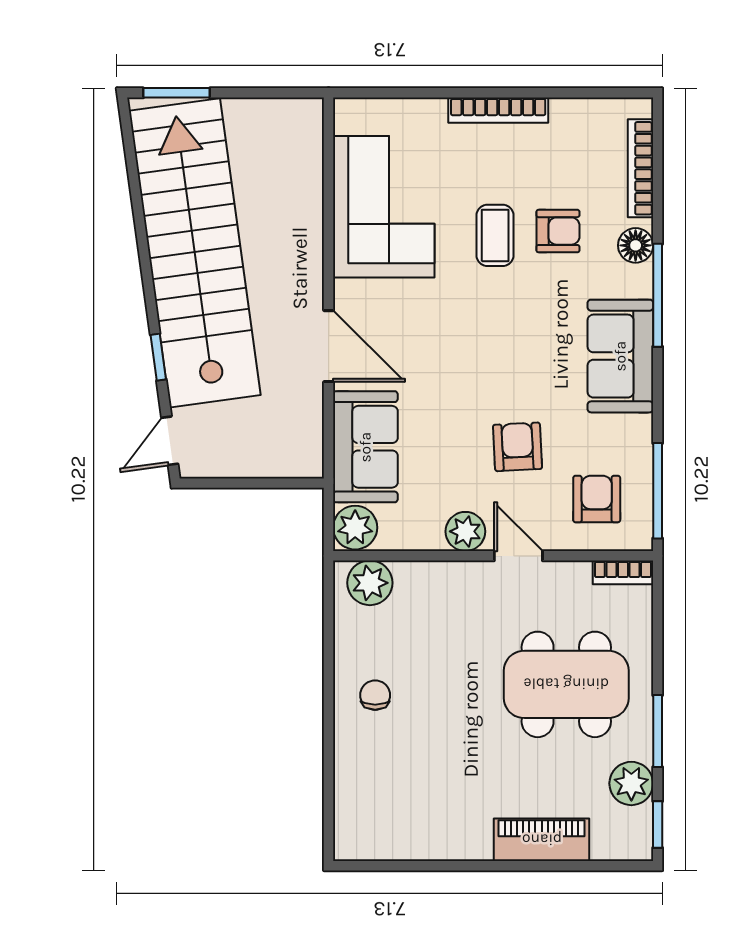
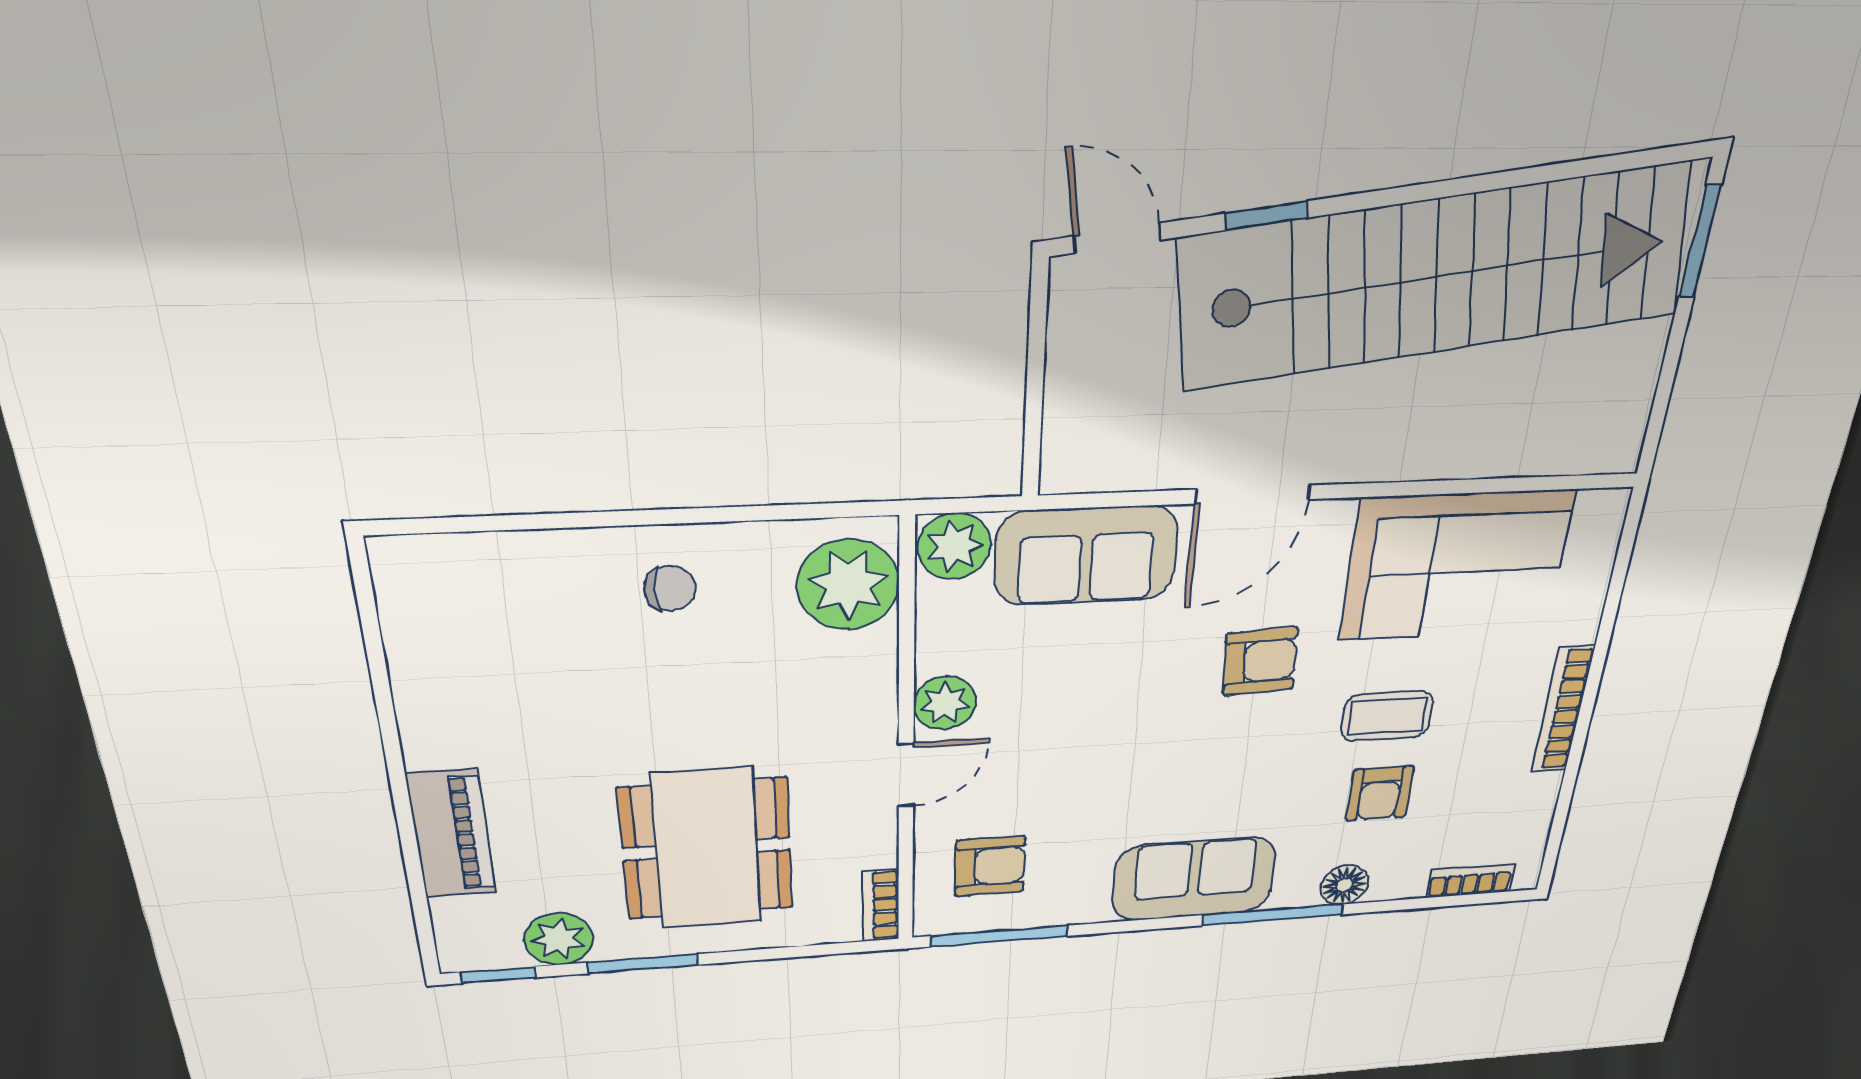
bookcase: (640, 168) -> (1470, 881), width x0.64
armchair: (518, 447) -> (1260, 662), moved
plant: (370, 583) -> (848, 585), width x1.36, depth x1.36

